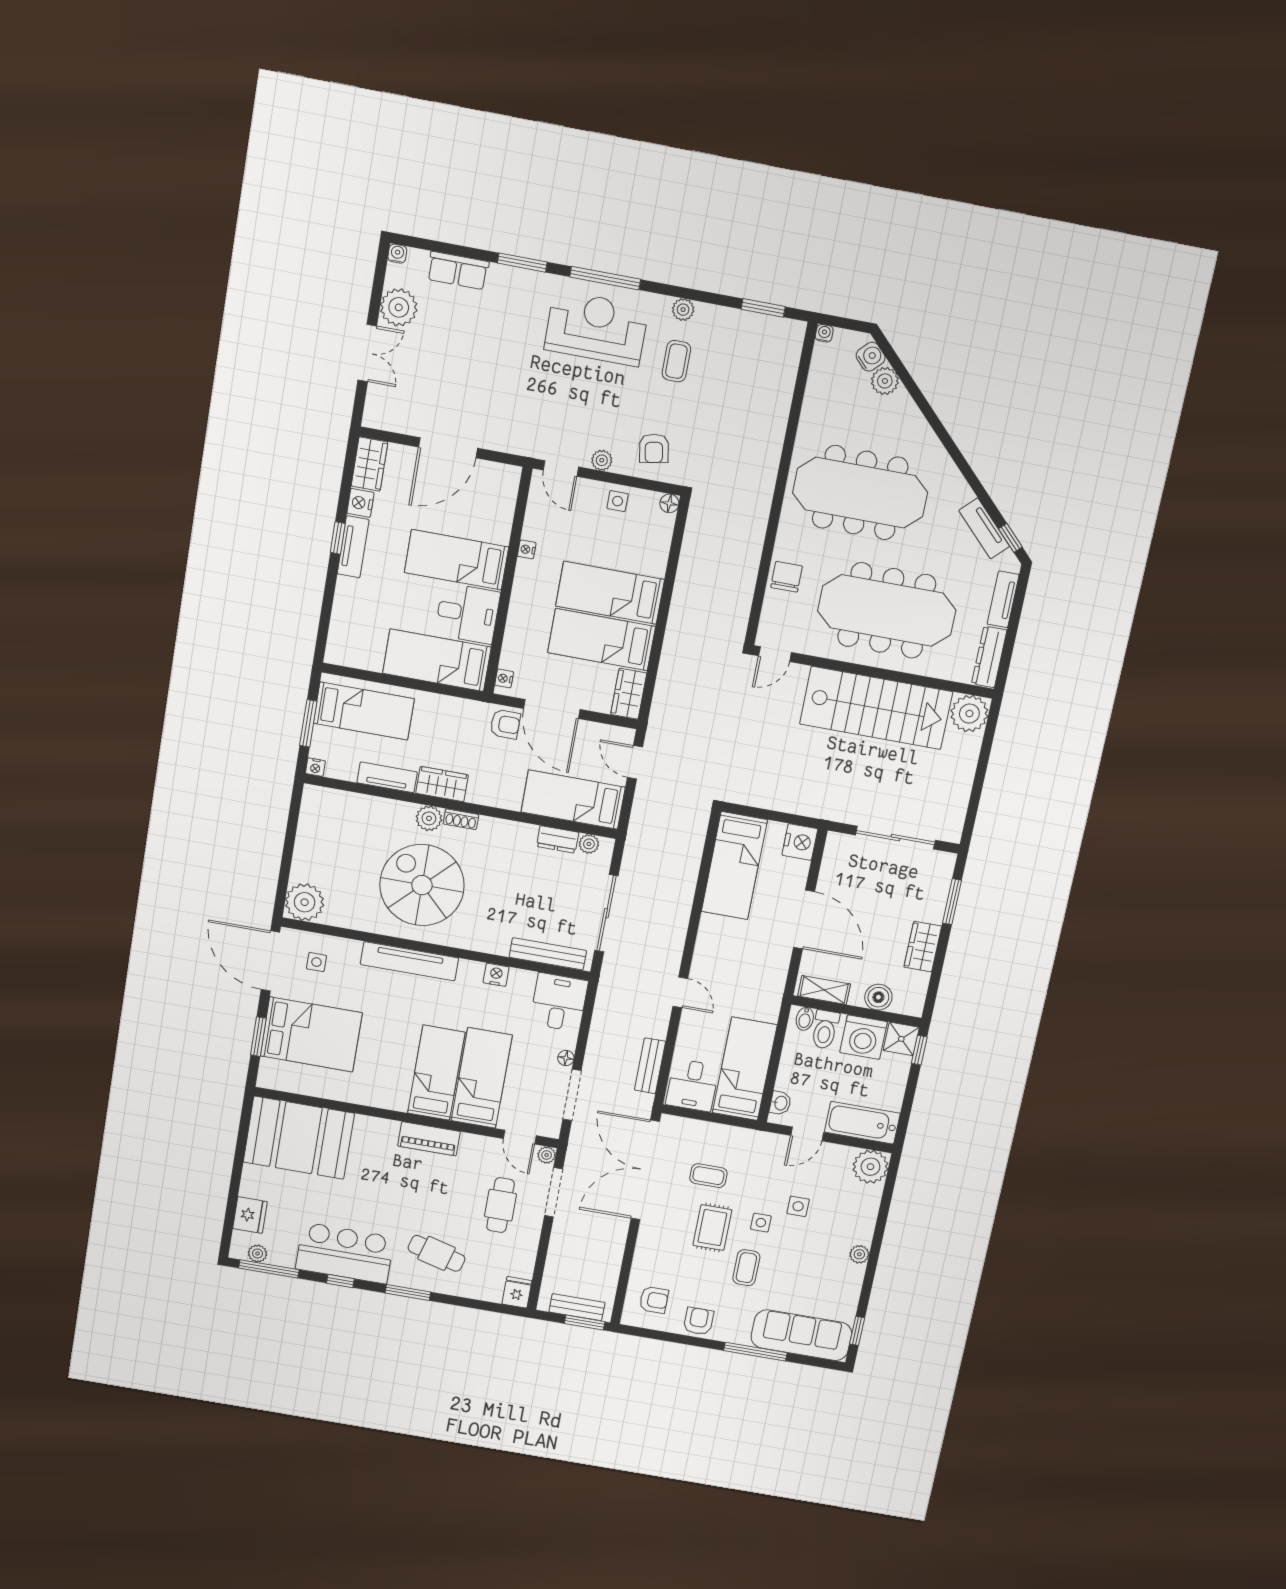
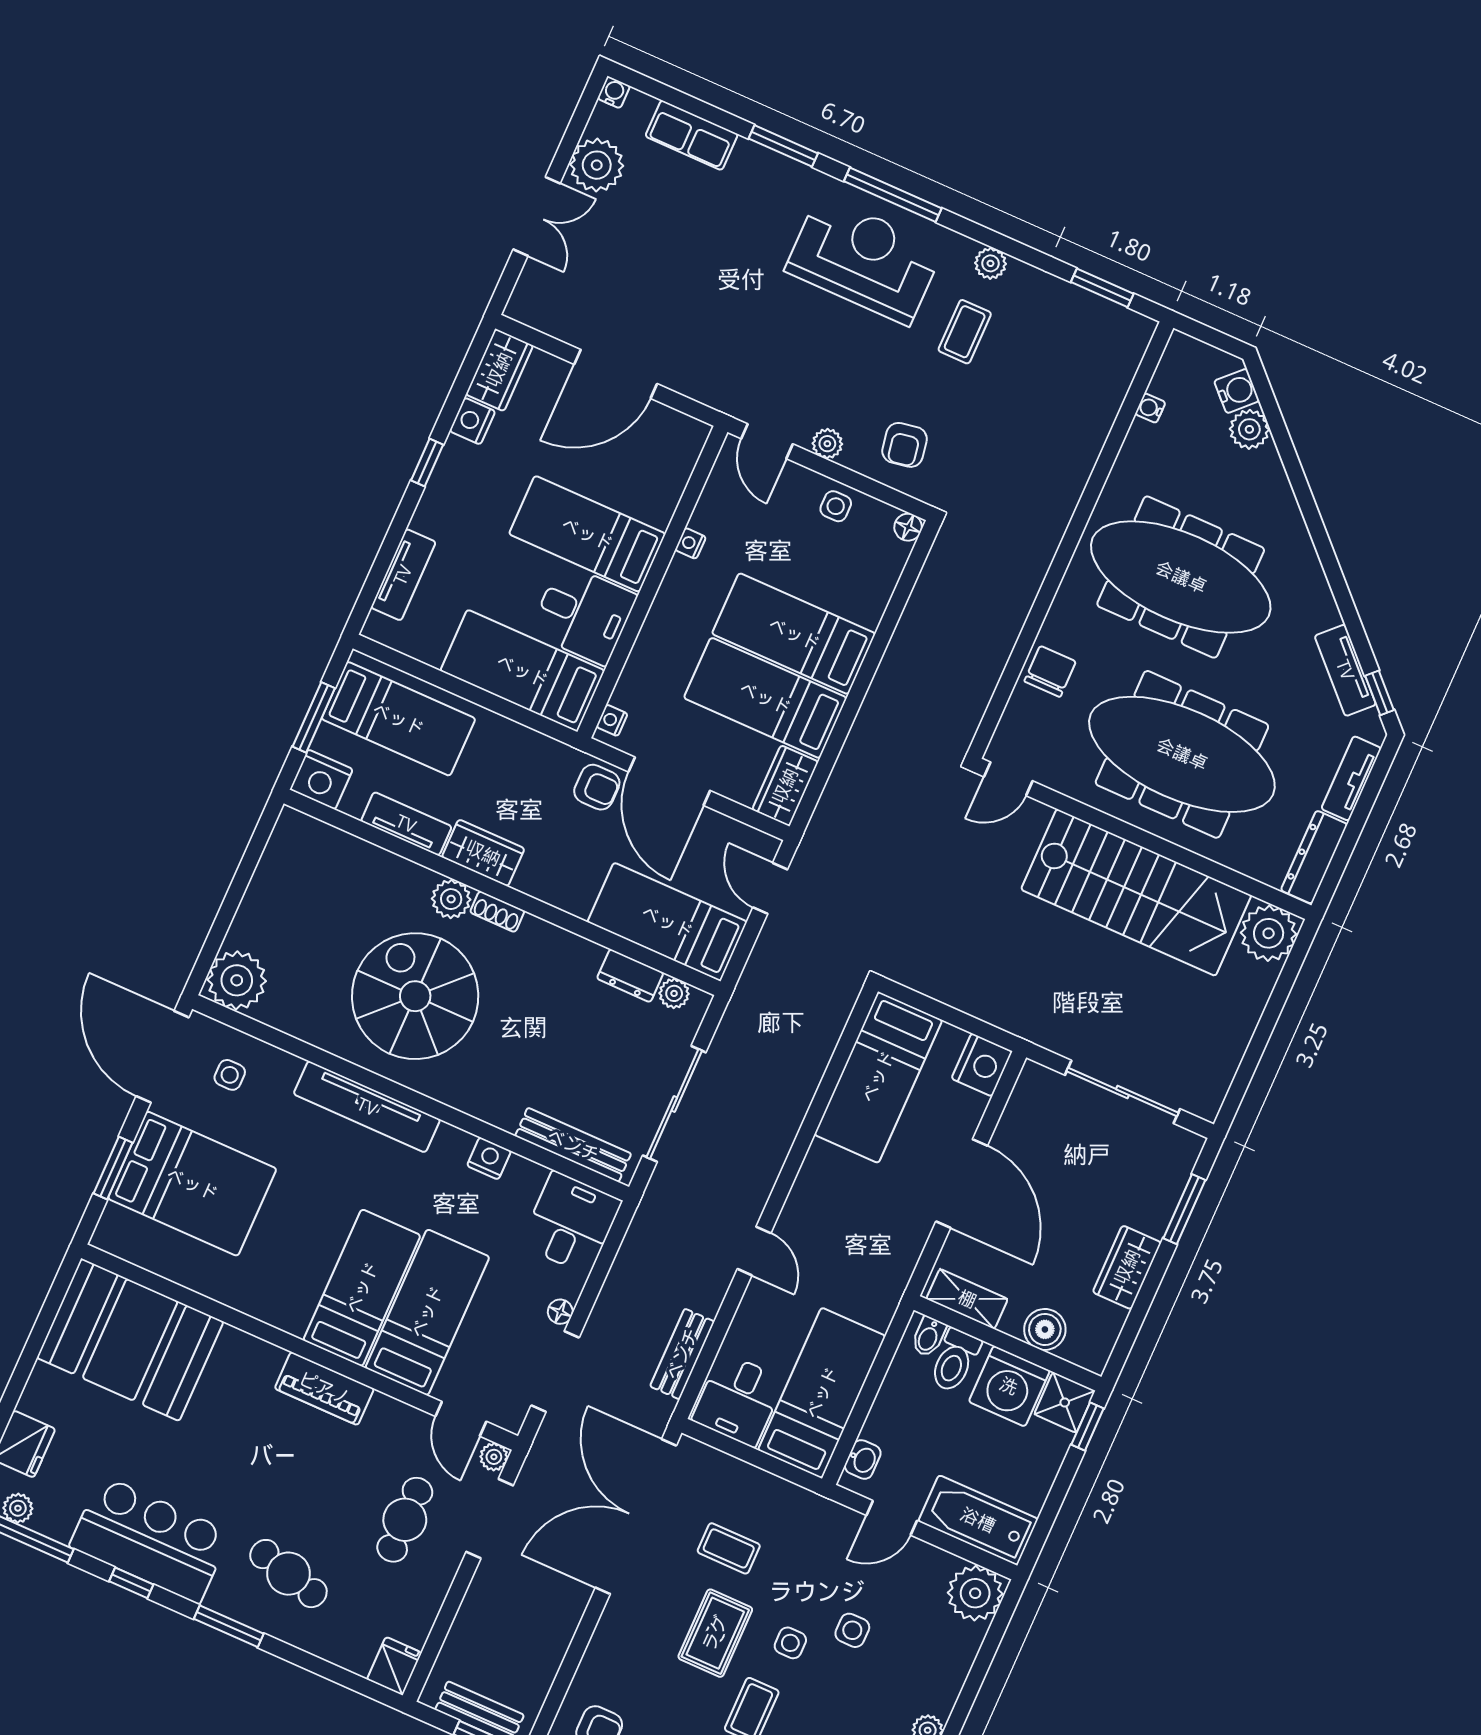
water cooler: (824, 333) -> (1150, 408), moved, turned -90
tv unit: (353, 547) -> (403, 575), moved
nightstand: (315, 767) -> (321, 779), width x1.89, depth x1.79

